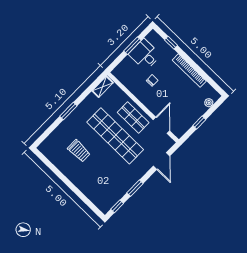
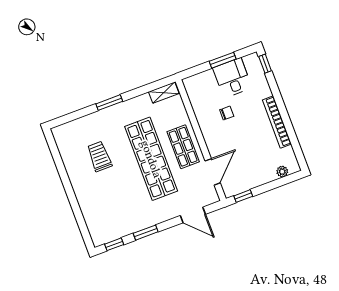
window: (171, 43) -> (265, 64), moved
window: (199, 122) -> (243, 196), moved
trolley: (79, 151) -> (99, 156), turned 180
door: (162, 161) -> (193, 215), hinge flipped

